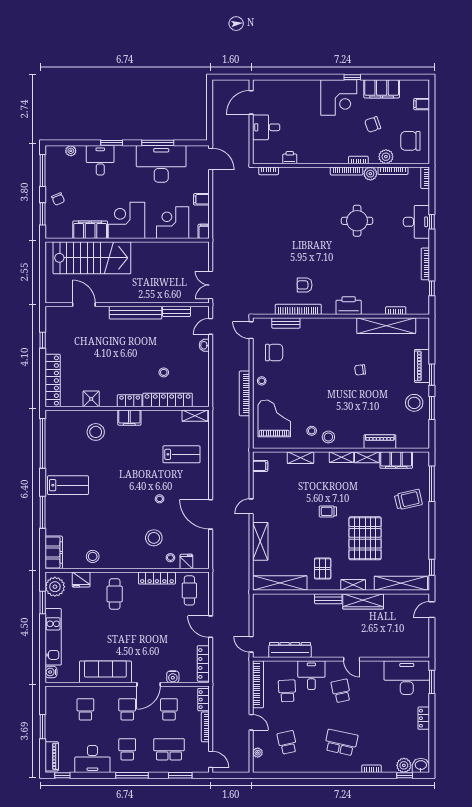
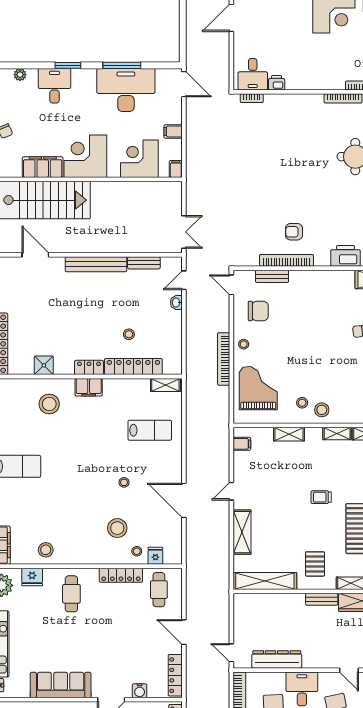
desk: (266, 127) -> (253, 74), moved, turned -90
double door: (211, 285) -> (184, 232), swing flipped

